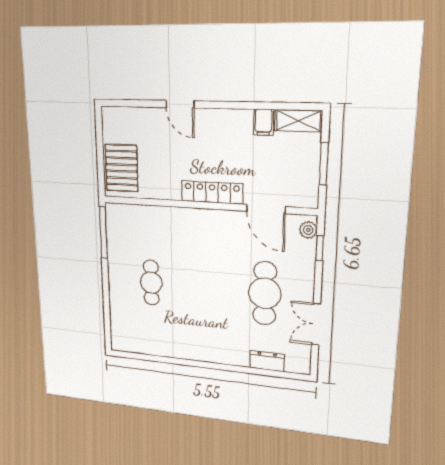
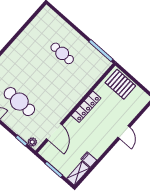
door: (180, 104) -> (124, 132), swing flipped
locker: (212, 192) -> (86, 107), moved
door: (266, 209) -> (54, 132), swing flipped

